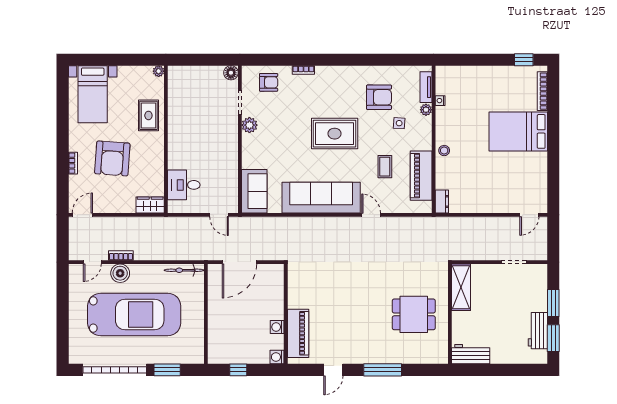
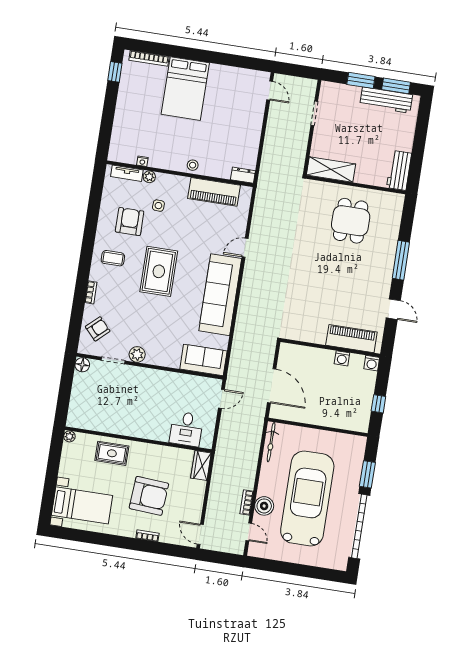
armchair: (269, 82) -> (98, 329), turned 47
coffee table: (385, 167) -> (113, 258), moved
workbench: (538, 331) -> (386, 100), width x1.37

